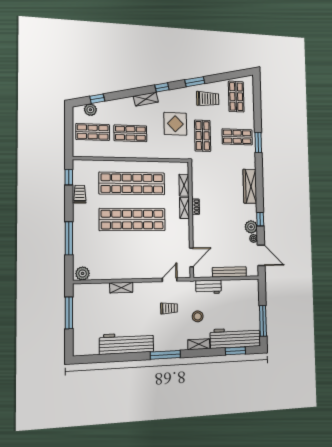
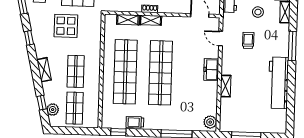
shelving: (146, 99) -> (44, 70), moved
freezer: (138, 272) -> (211, 70), added

